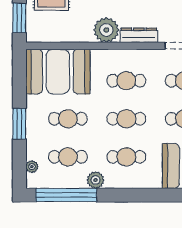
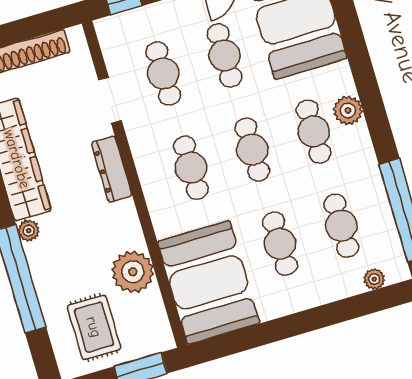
plant: (106, 30) -> (133, 272), moved
window: (19, 124) -> (311, 320), removed
plant: (96, 180) -> (348, 110), moved

